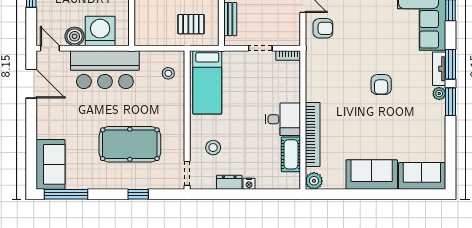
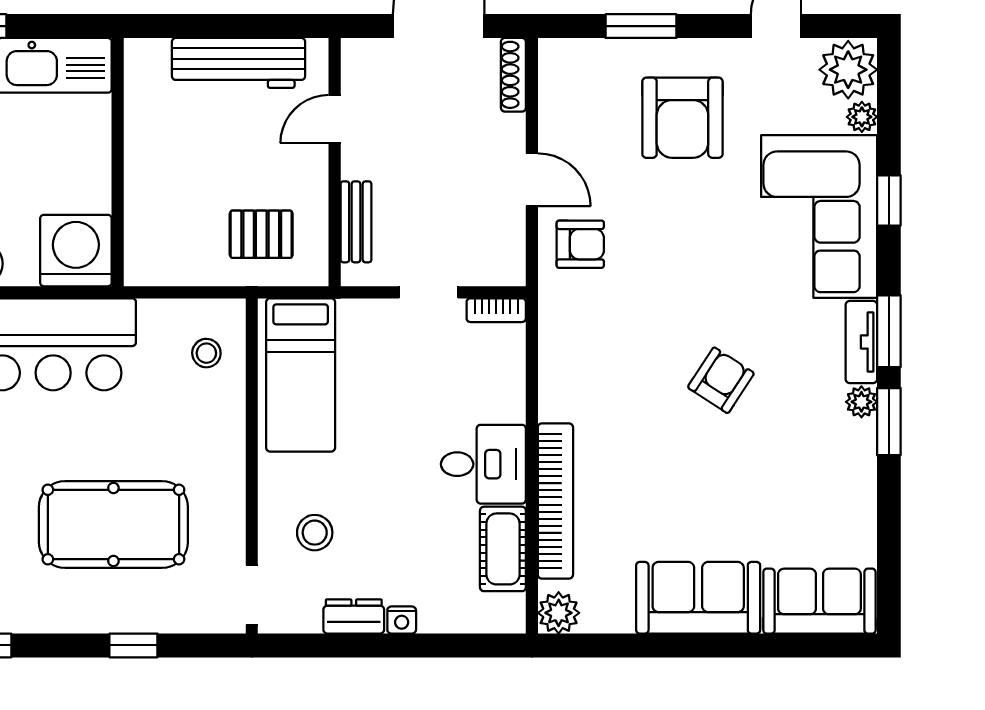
washing machine: (100, 31) -> (76, 251), moved
armchair: (381, 85) -> (721, 380), turned -147

